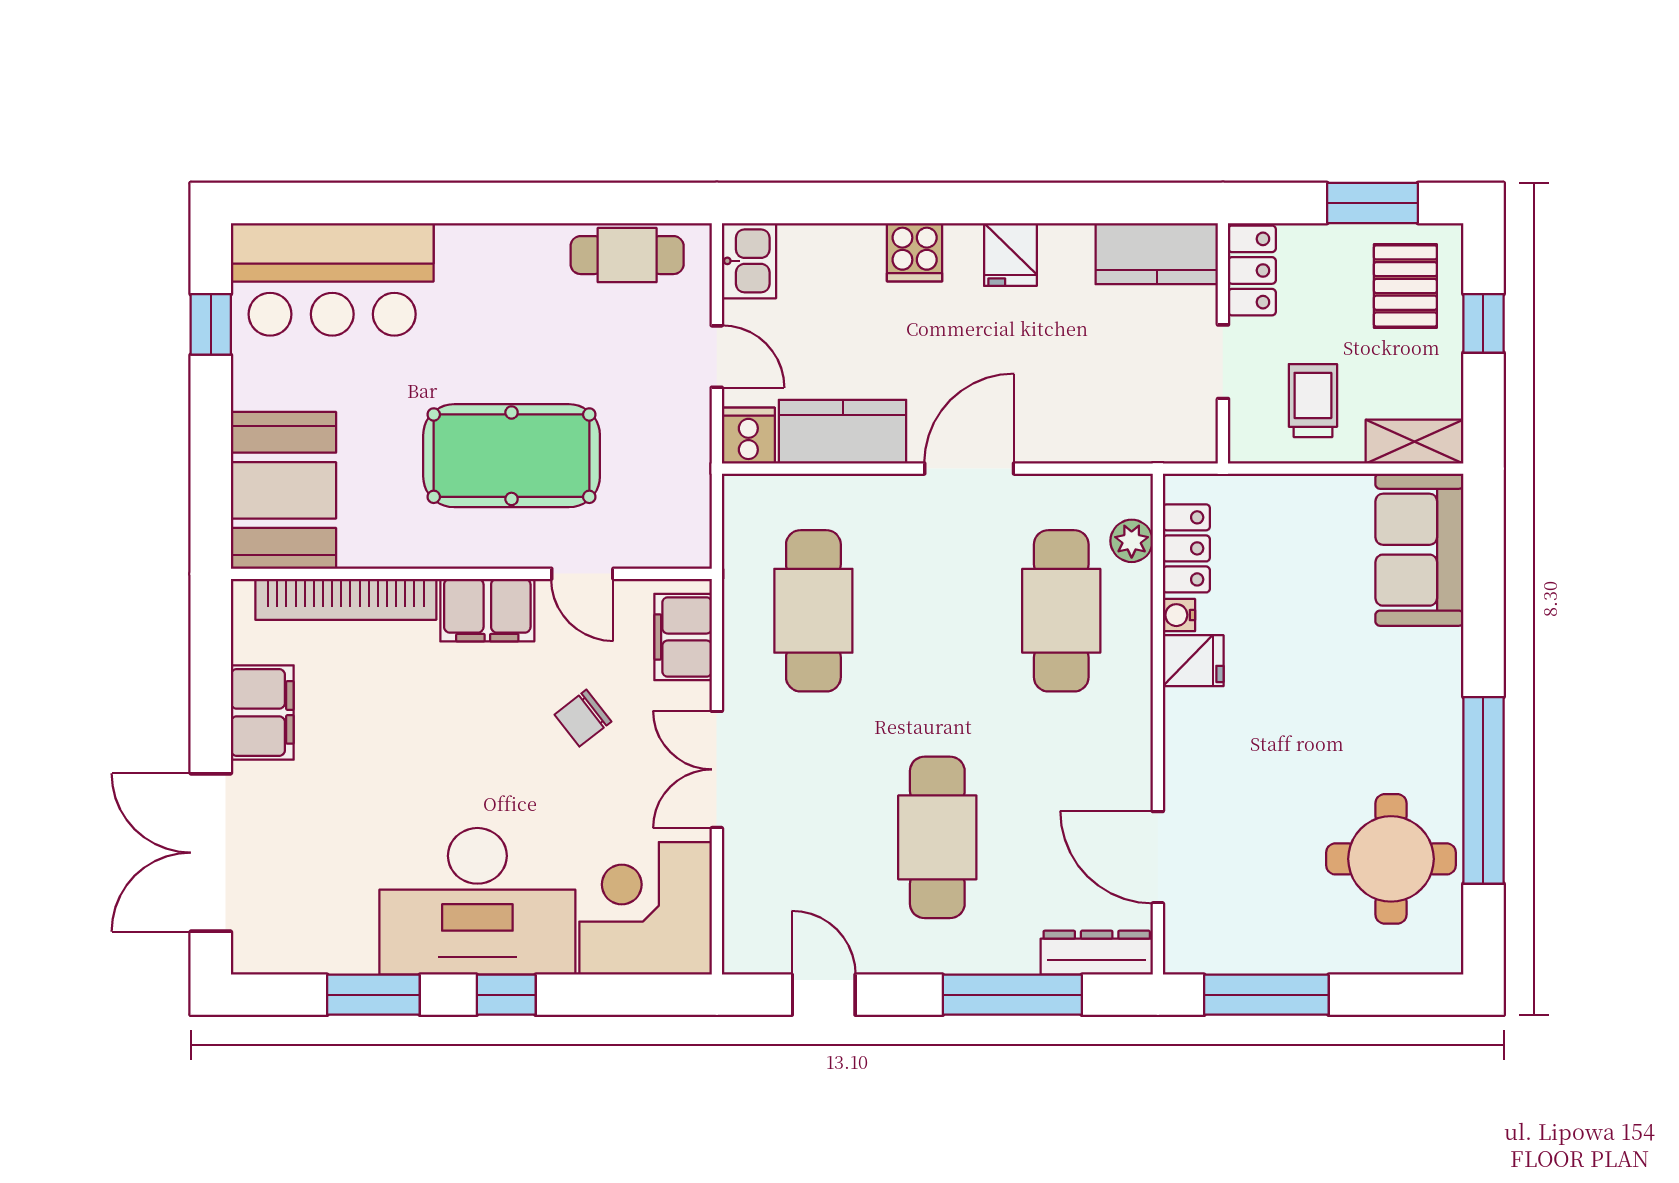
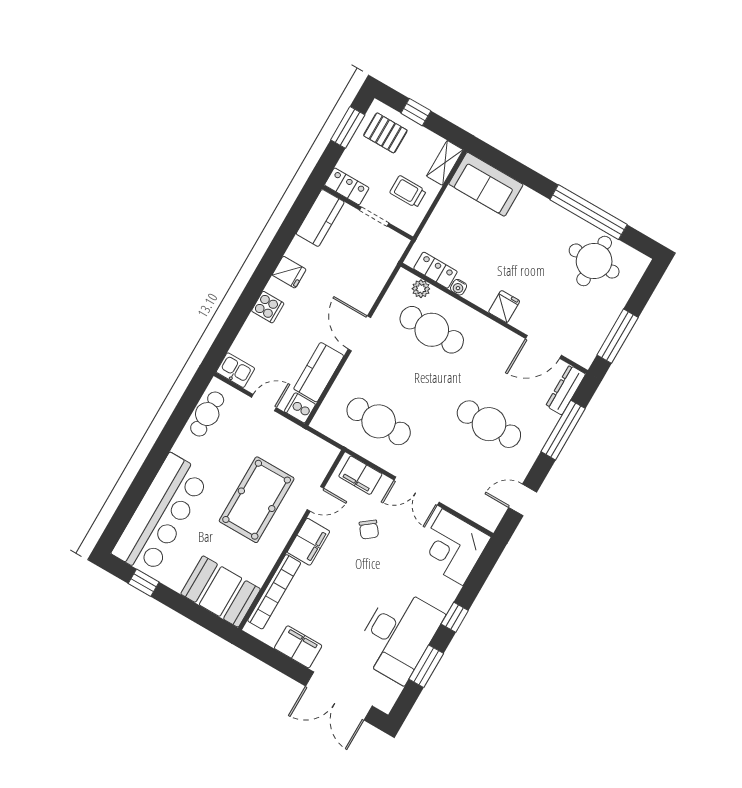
bar counter: (332, 279) -> (161, 515), width x1.36
fridge: (1193, 661) -> (504, 307), moved
desk: (477, 901) -> (398, 635), moved

